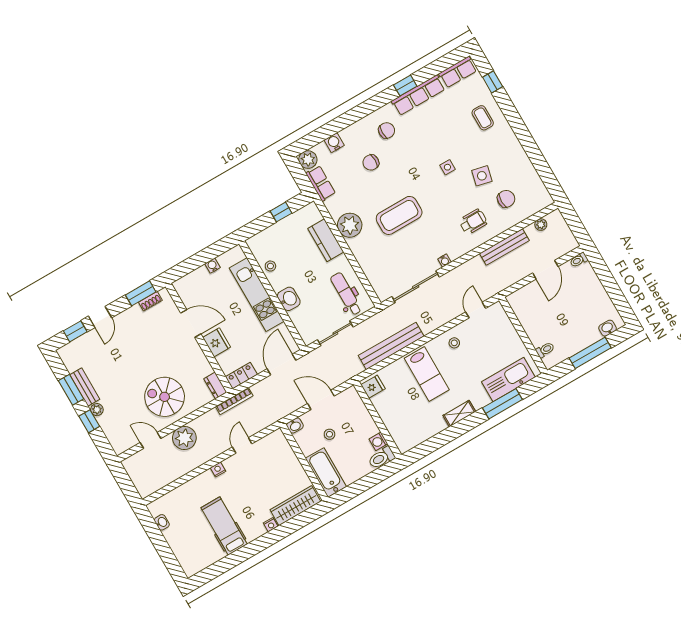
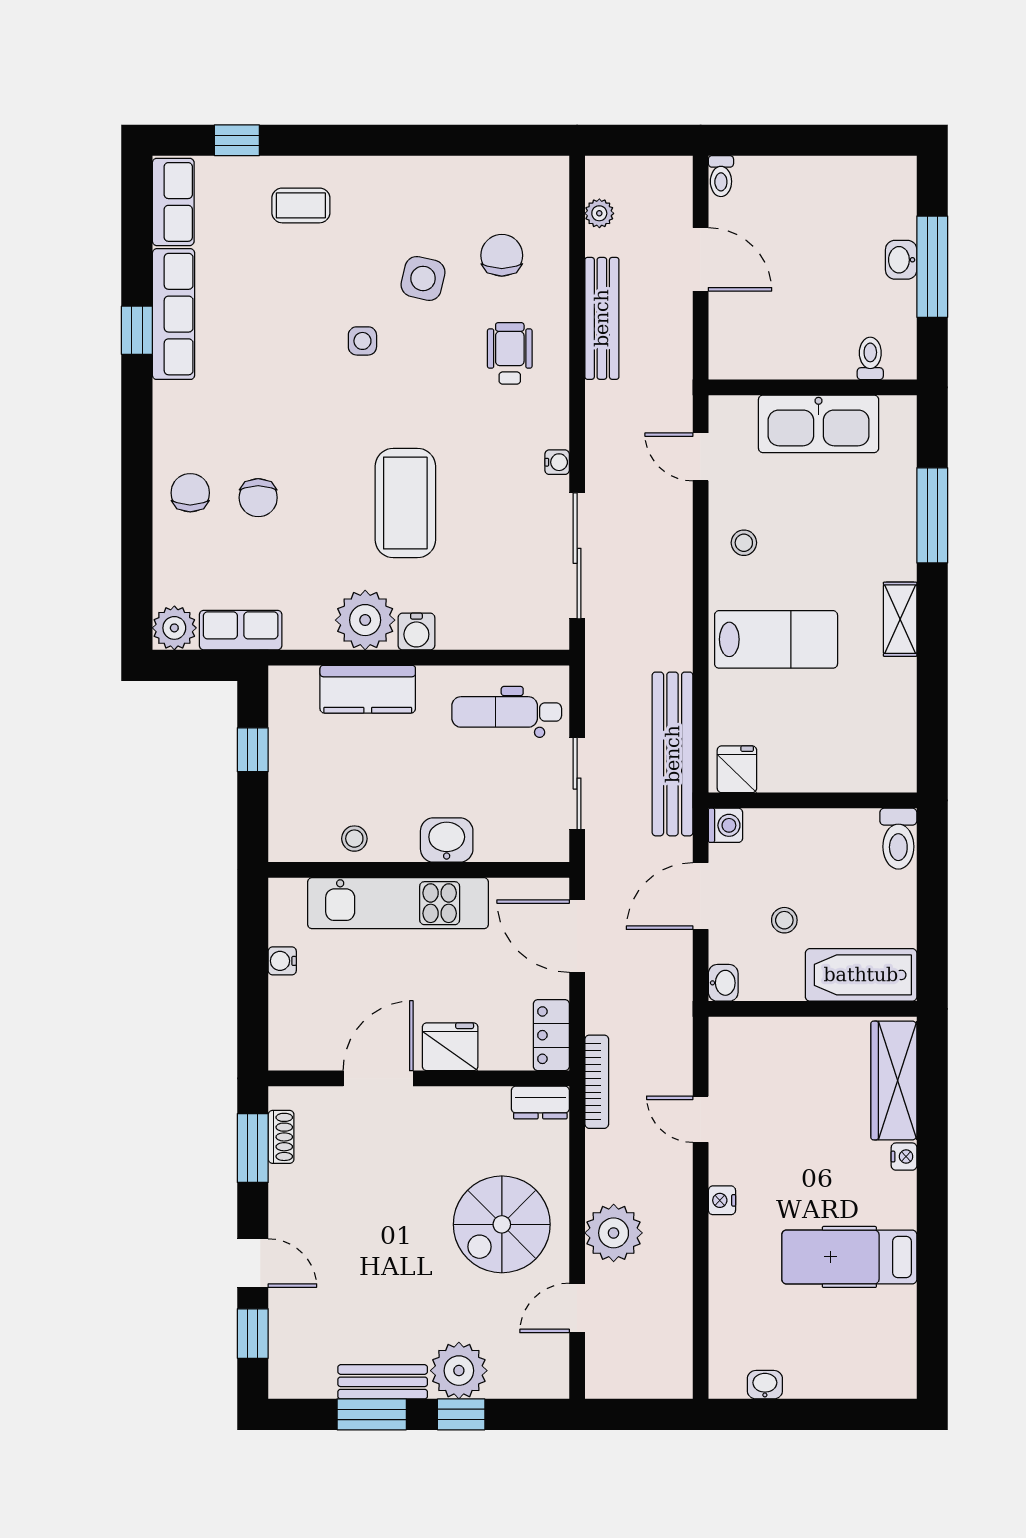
chair: (387, 130) -> (190, 493), moved
water cooler: (334, 143) -> (416, 632), moved, turned -90
washbasin: (608, 328) -> (901, 260), moved
bench: (391, 346) -> (673, 754), moved
kitchen sink: (508, 379) -> (819, 424), moved, turned -90
plant: (97, 410) -> (459, 1371), width x1.88, depth x1.88
washing machine: (378, 441) -> (726, 825), moved, turned -90

